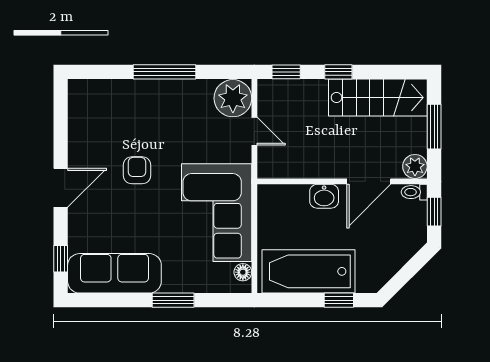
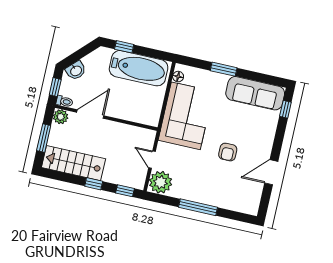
door: (61, 188) -> (271, 172), moved
washbasin: (324, 196) -> (76, 71), moved, turned 135

